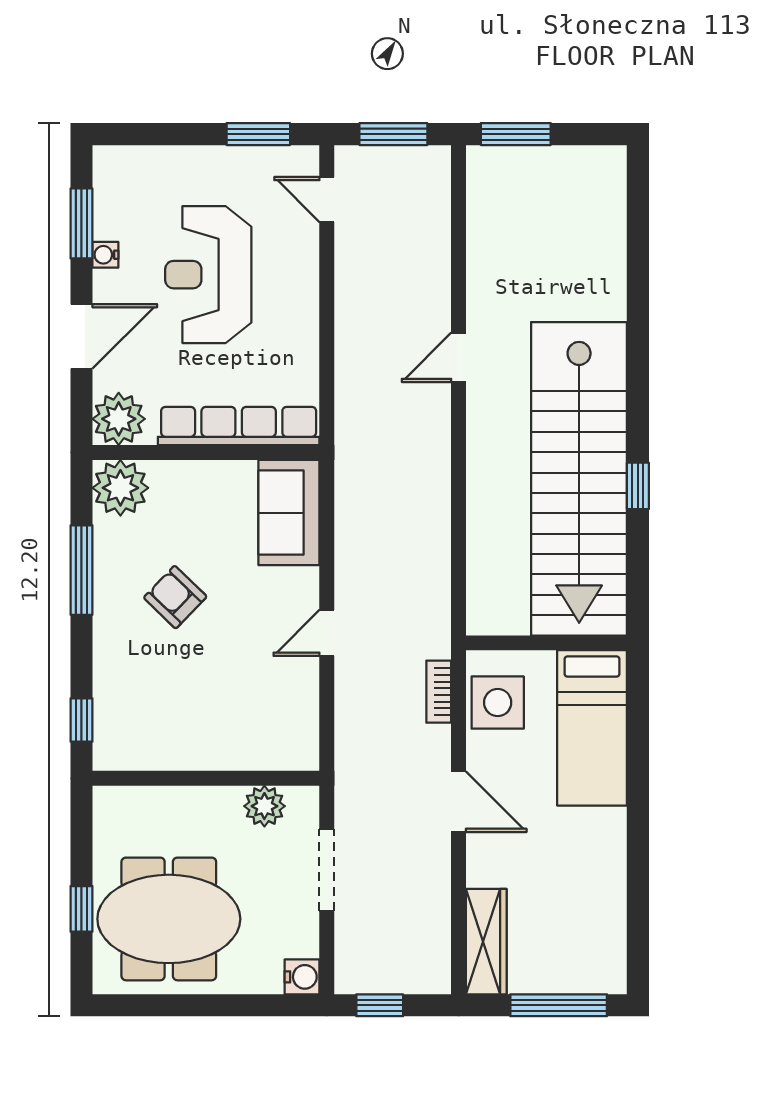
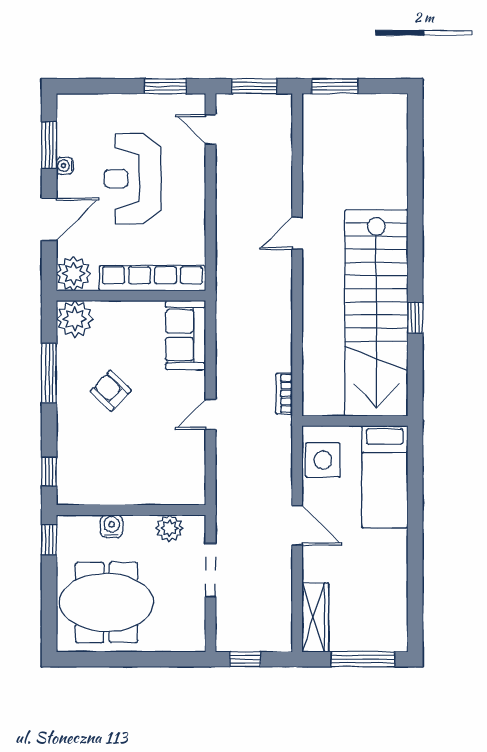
bookcase: (439, 692) -> (284, 394), moved
window: (81, 909) -> (49, 540), moved
water cooler: (302, 977) -> (112, 526), moved, turned -90

